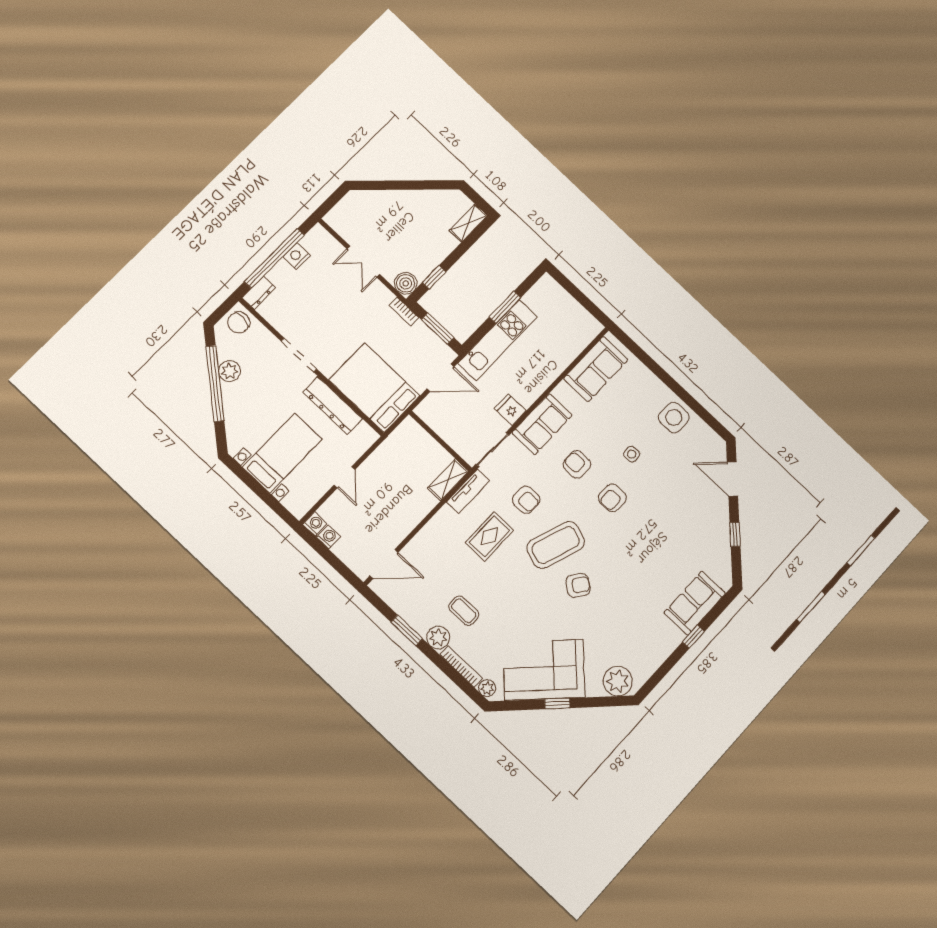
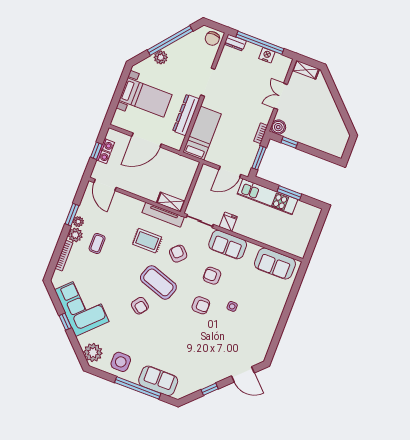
shelving: (468, 223) -> (306, 70), moved
chair: (239, 322) -> (212, 38), turned -94
plant: (229, 371) -> (161, 57), moved
door: (440, 378) -> (230, 172), hinge flipped
bed: (374, 388) -> (202, 133), width x0.67
side table: (674, 418) -> (121, 362), moved
armchair: (577, 464) -> (212, 276), turned -90
door: (345, 477) -> (147, 140), width x1.87
door: (732, 479) -> (243, 374), swing flipped
tv unit: (468, 491) -> (163, 215), width x1.41
armchair: (612, 498) -> (201, 305), turned 180
armchair: (526, 500) -> (178, 254), turned 136
washing machine: (315, 524) -> (103, 157), moved
window: (329, 556) -> (96, 151), added
window: (693, 637) -> (138, 388), width x3.17
plant: (487, 688) -> (78, 222), moved

